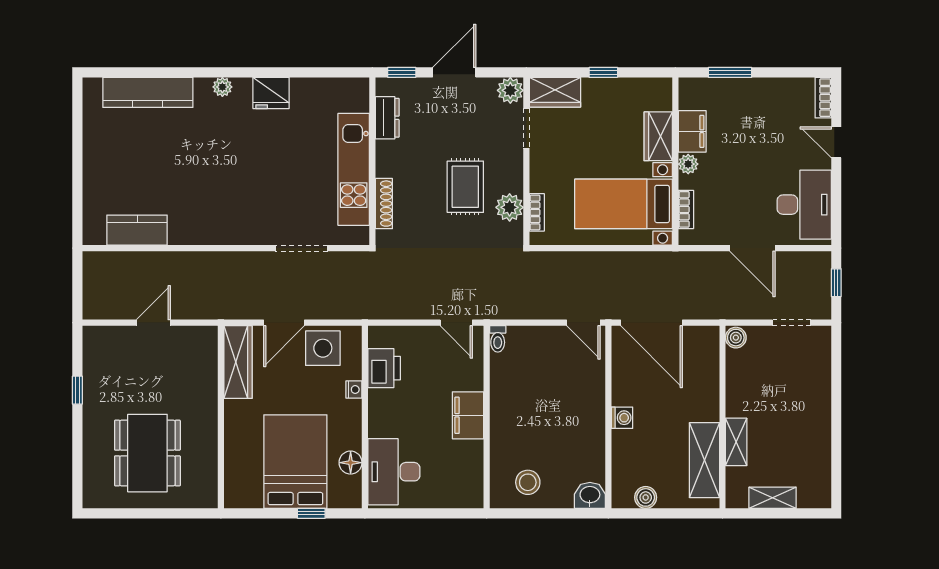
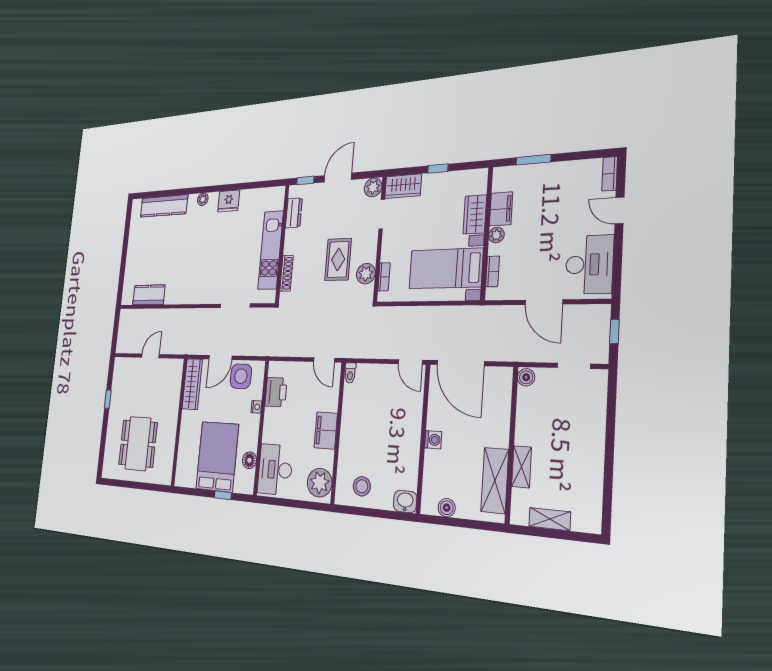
plant: (465, 483) -> (320, 483), added

